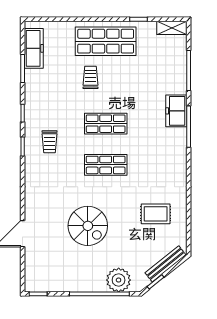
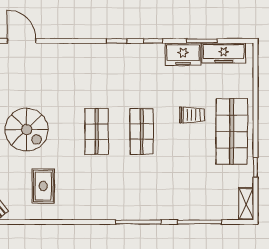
freezer: (176, 111) -> (183, 54), moved, turned 180
trolley: (49, 142) -> (122, 70), removed
spiral stairs: (88, 226) -> (27, 130), moved, turned -90

